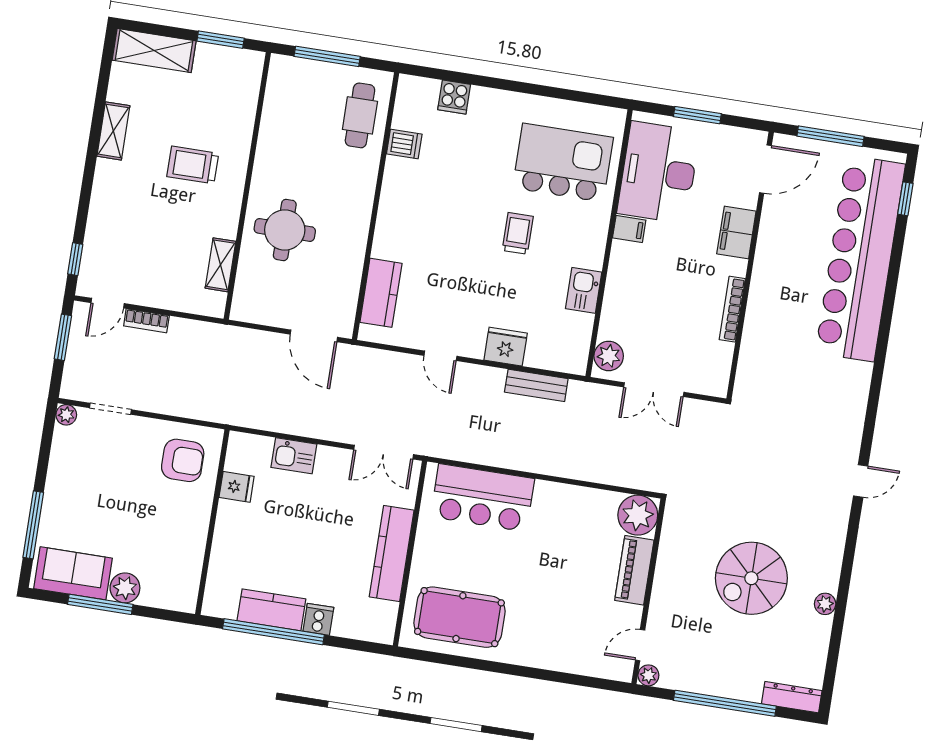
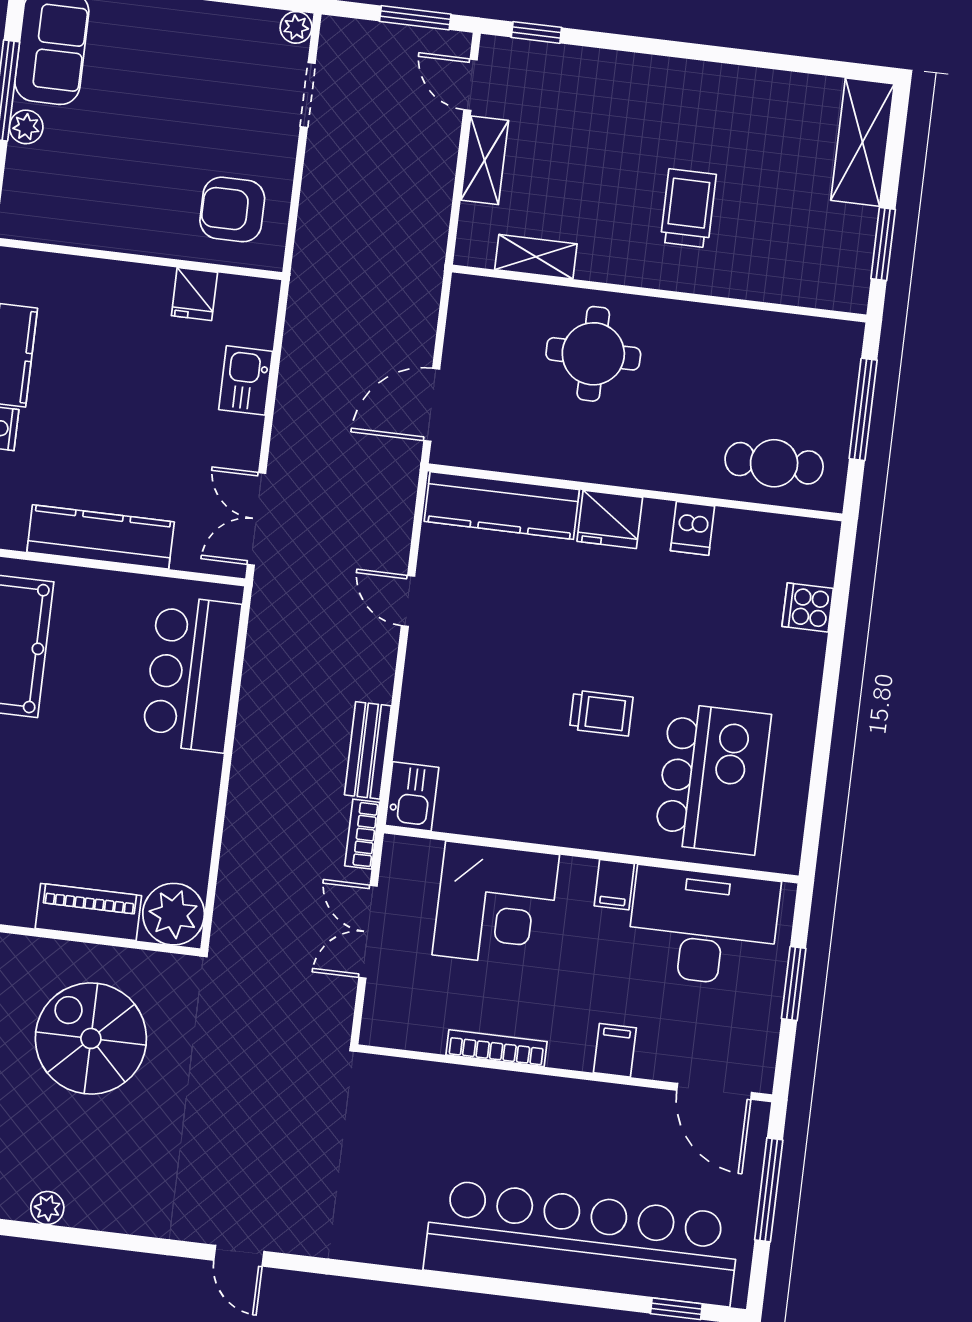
shelving: (113, 131) -> (485, 160), moved, turned 90
dishwasher: (404, 144) -> (693, 528), moved
filing cabinet: (736, 232) -> (615, 1050), width x0.50
kitchen sink: (584, 290) -> (412, 796), moved, turned 90
kitchen counter: (381, 293) -> (502, 506), width x1.50
corner desk: (639, 306) -> (496, 905), added
bookcase: (146, 321) -> (362, 834), moved
fridge: (506, 347) -> (610, 519), moved, turned 90
door: (440, 356) -> (408, 601), hinge flipped
plant: (609, 356) -> (417, 860), removed
armchair: (183, 460) -> (232, 209), turned 90
spiral stairs: (751, 578) -> (91, 1038), moved
plant: (125, 588) -> (26, 127), width x0.73, depth x0.73

